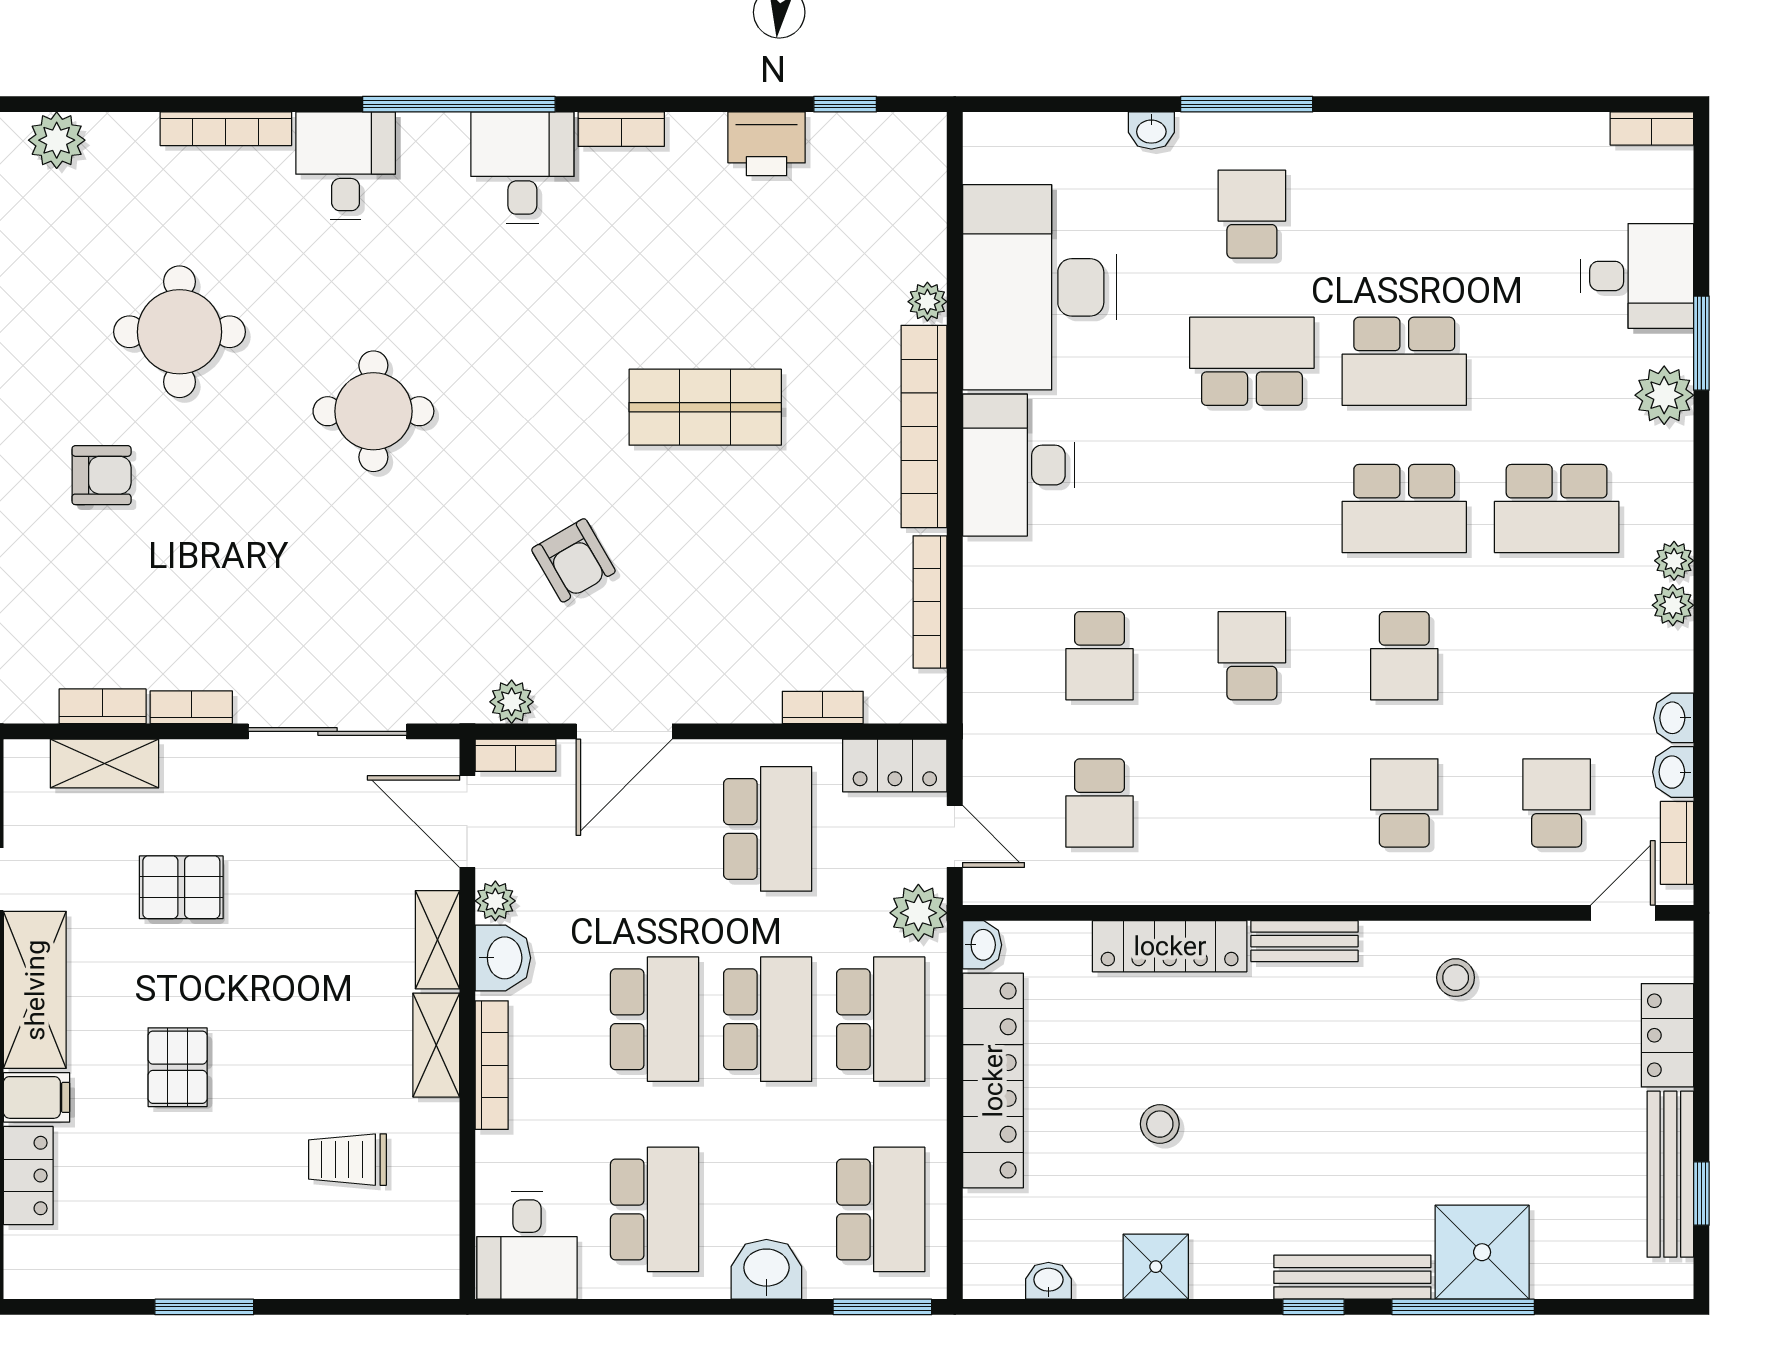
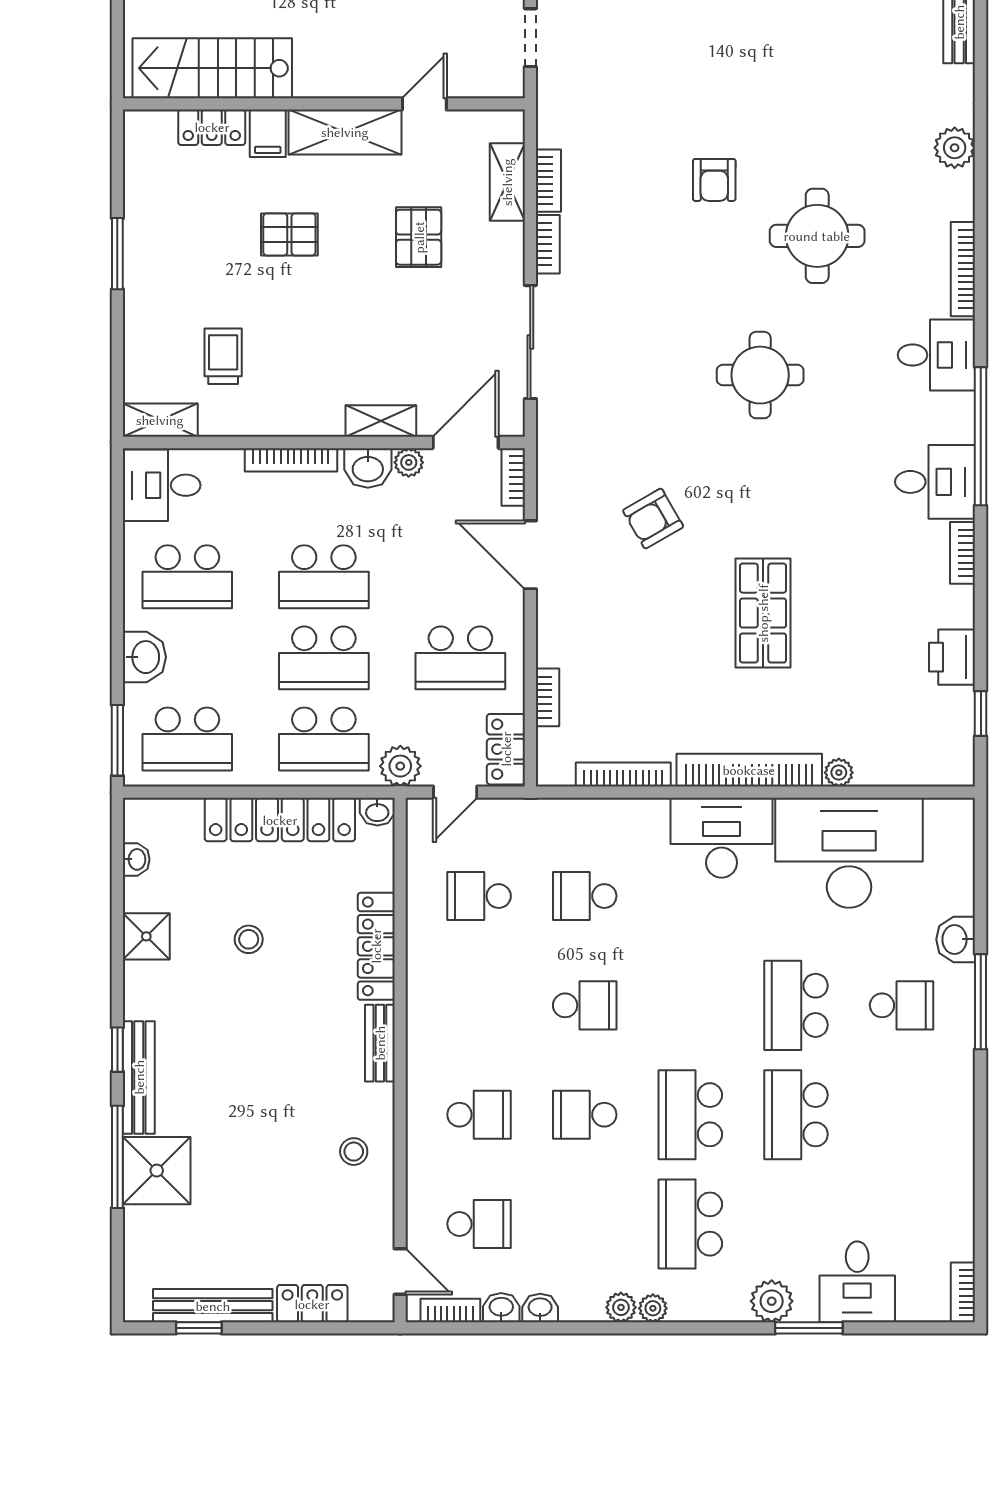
washbasin: (1151, 130) -> (956, 939), width x1.38, depth x1.45
school desk: (1252, 361) -> (796, 1005), turned 180
plant: (512, 702) -> (552, 474), removed
shelving: (436, 1045) -> (160, 420), moved

